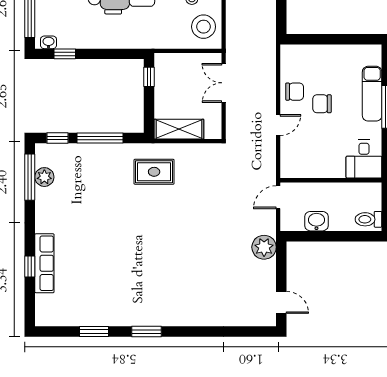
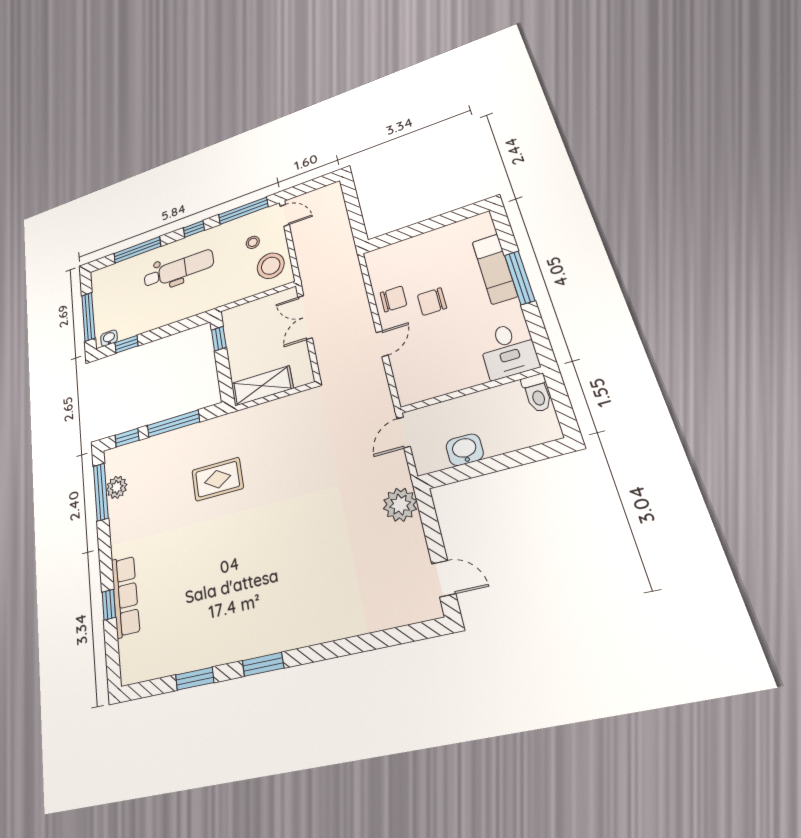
rug: (154, 172) -> (217, 479), moved
toilet: (369, 219) -> (537, 393), moved, turned -90

